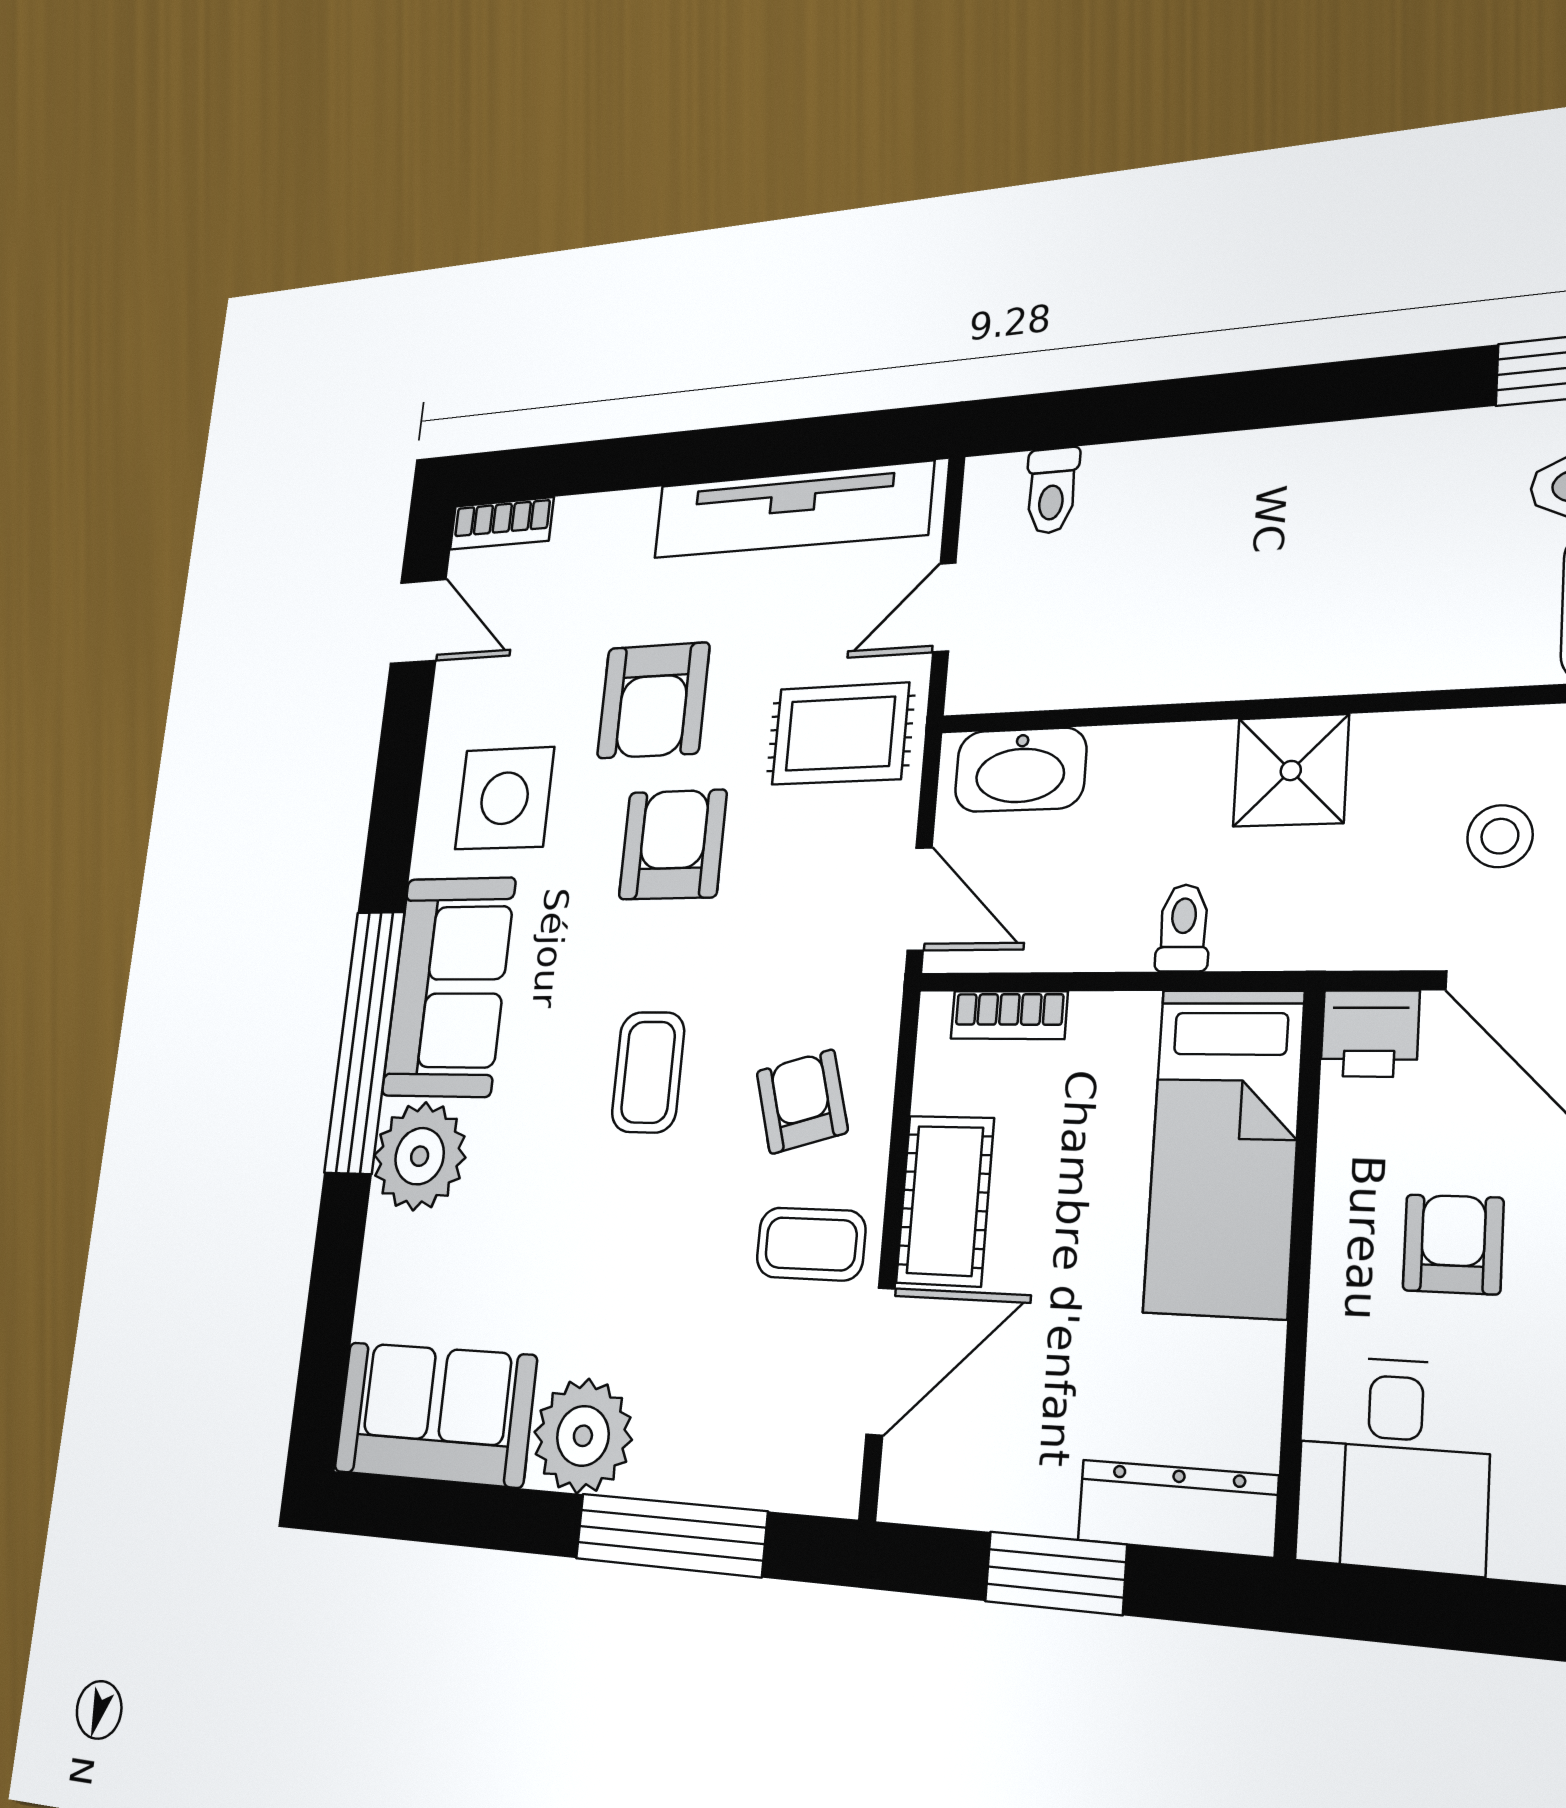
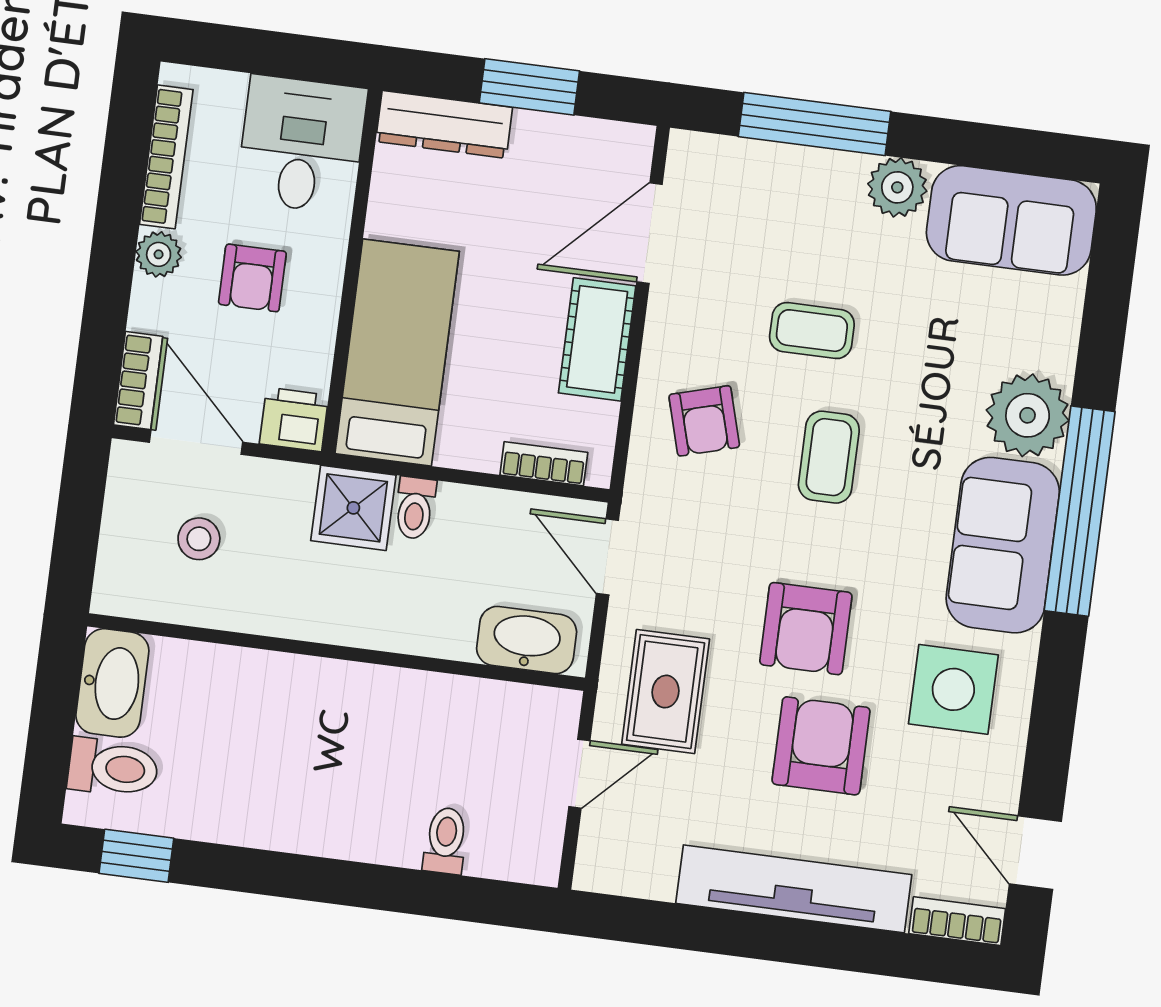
toilet: (1052, 491) -> (445, 841), moved
tv unit: (792, 510) -> (794, 889), moved
rug: (840, 734) -> (666, 692), turned 90
shower: (1291, 771) -> (353, 508), moved
coffee table: (811, 1244) -> (812, 331), moved
plant: (583, 1436) -> (897, 187), width x0.73, depth x0.73

